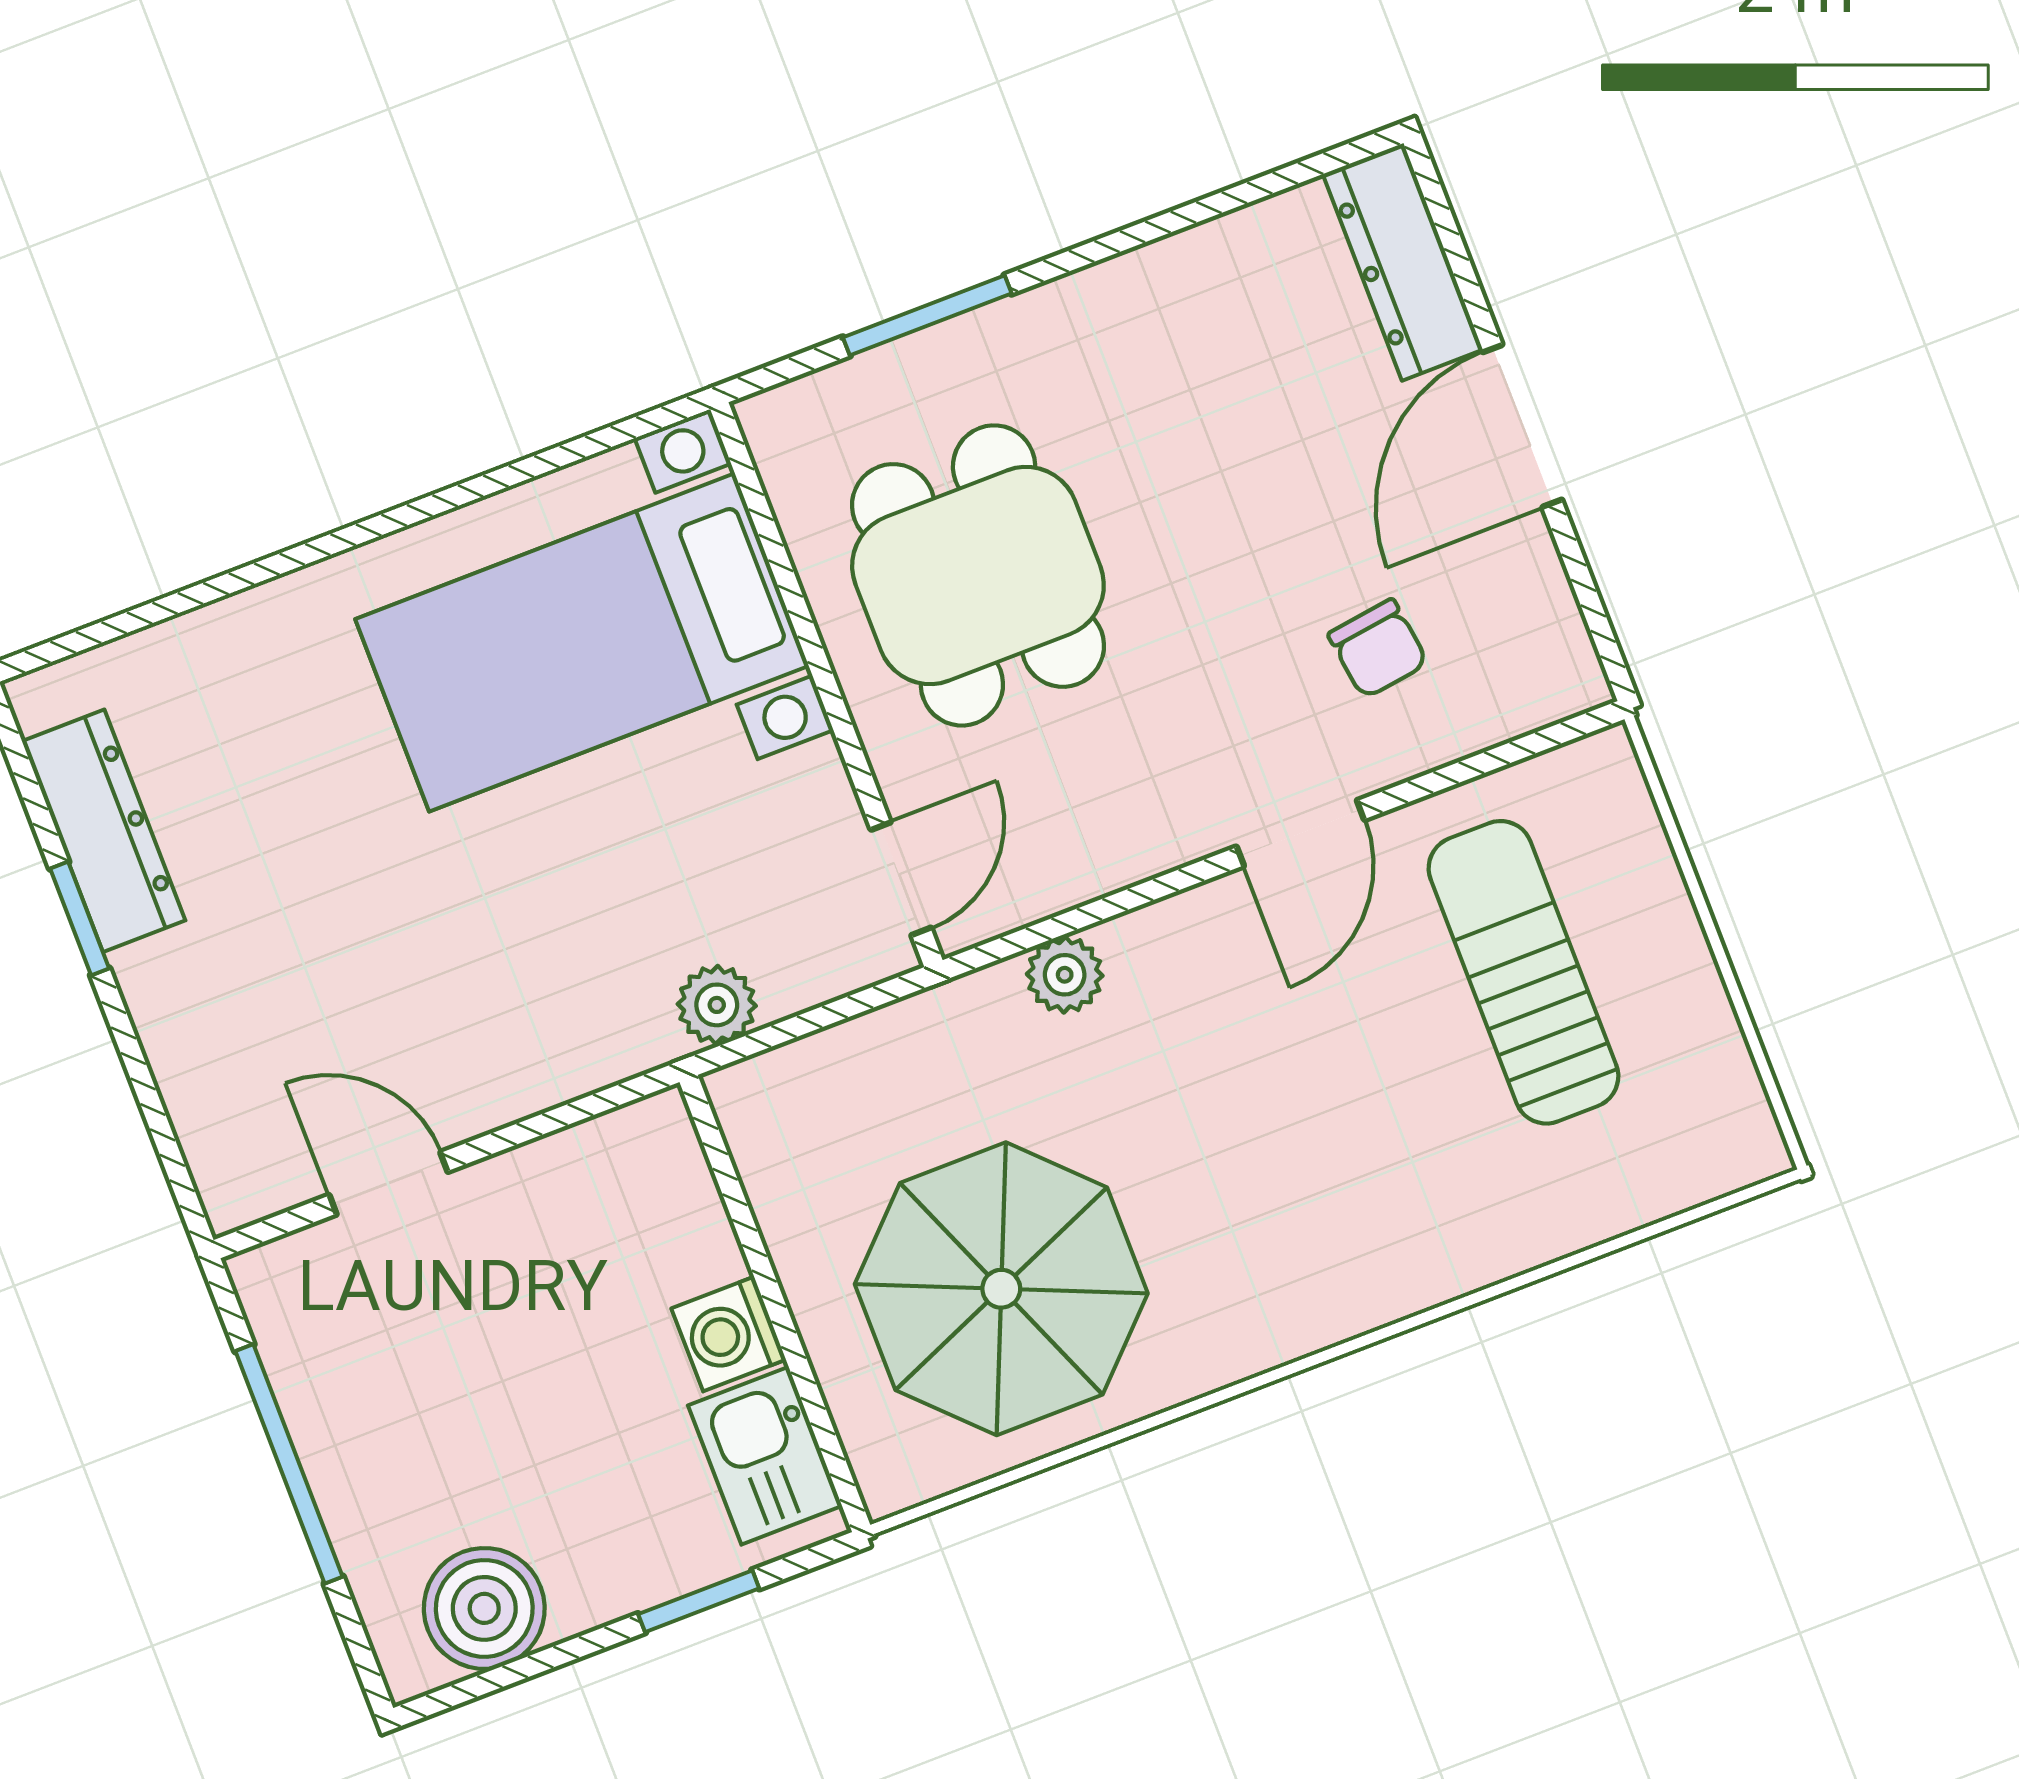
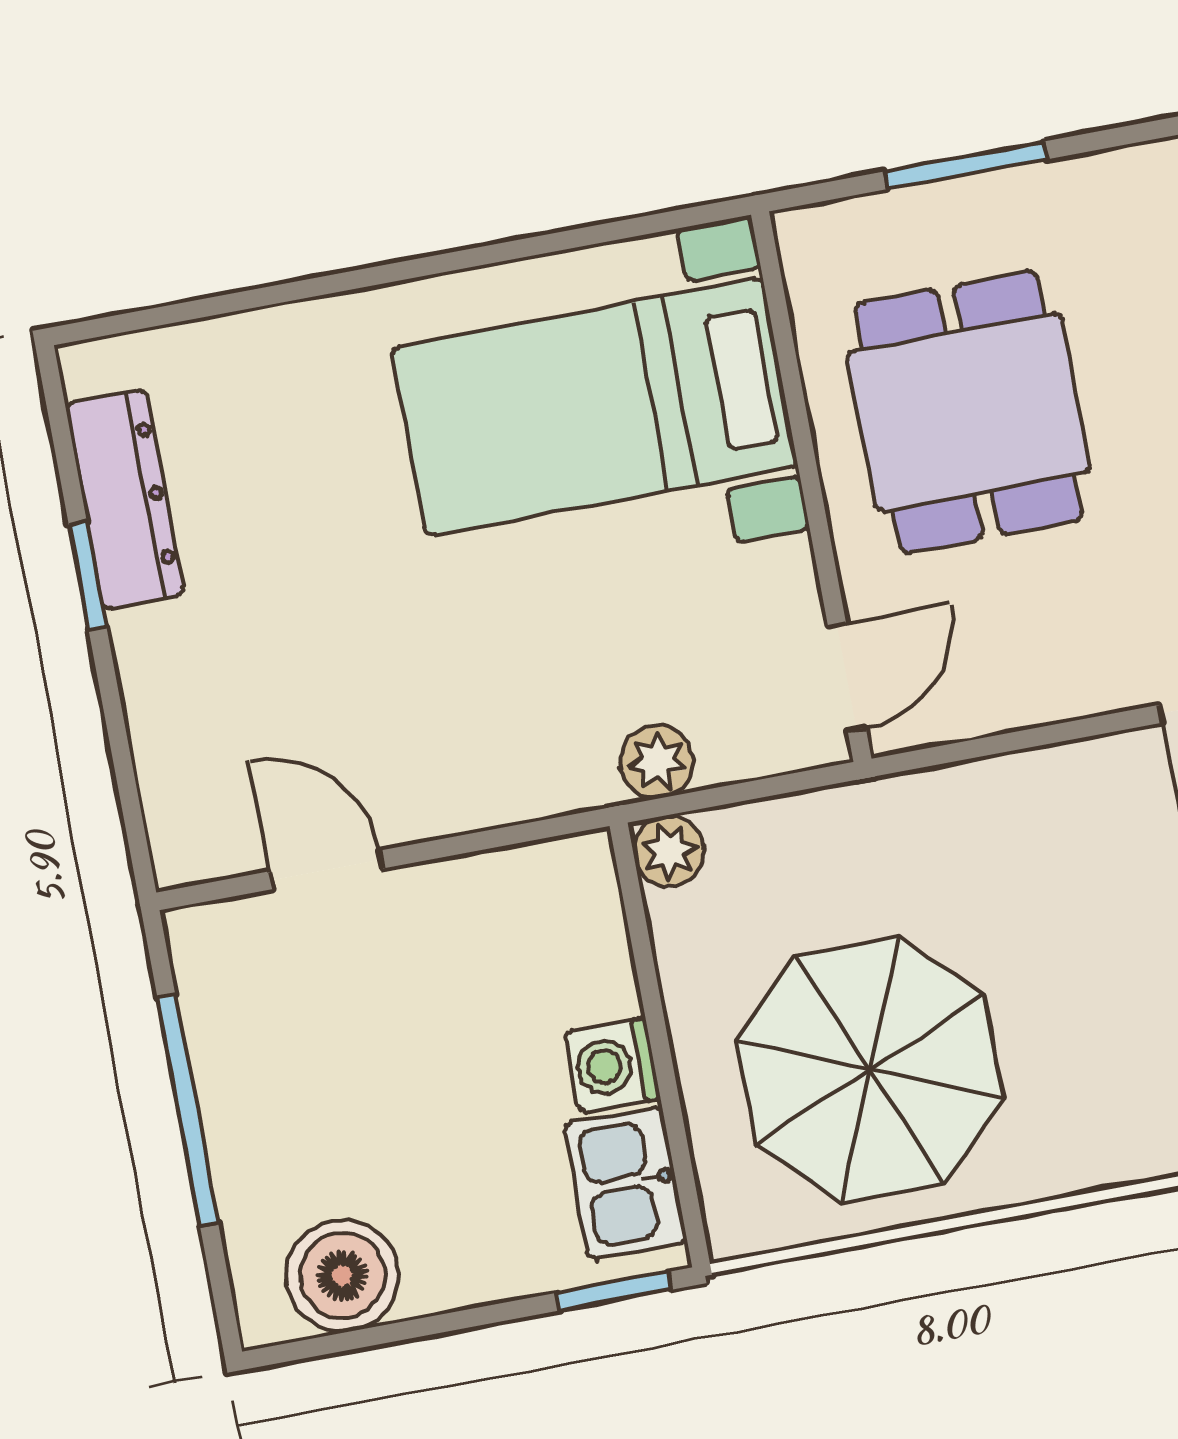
plant: (1065, 975) -> (669, 851), moved
window: (699, 1601) -> (614, 1291), moved

